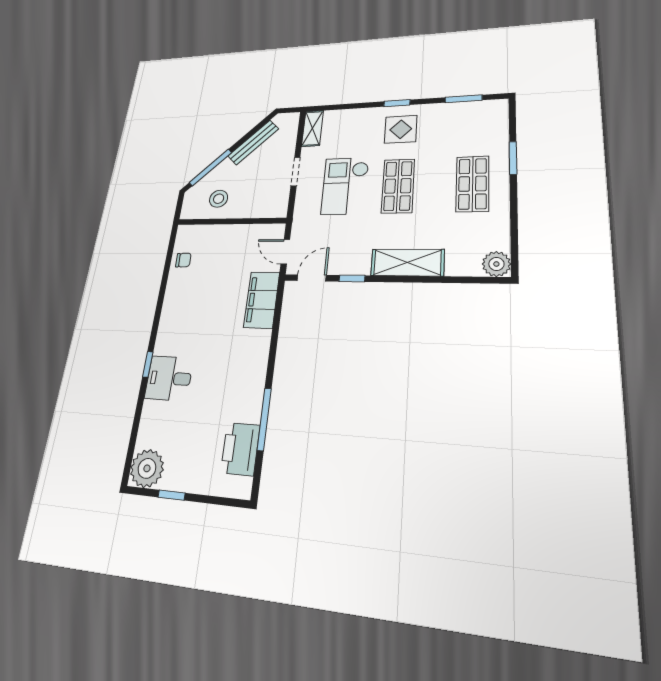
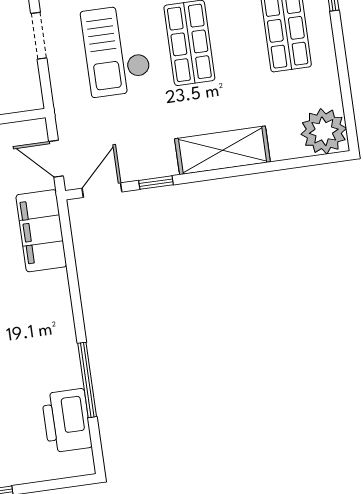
plant: (496, 264) -> (324, 131), width x1.36, depth x1.36

